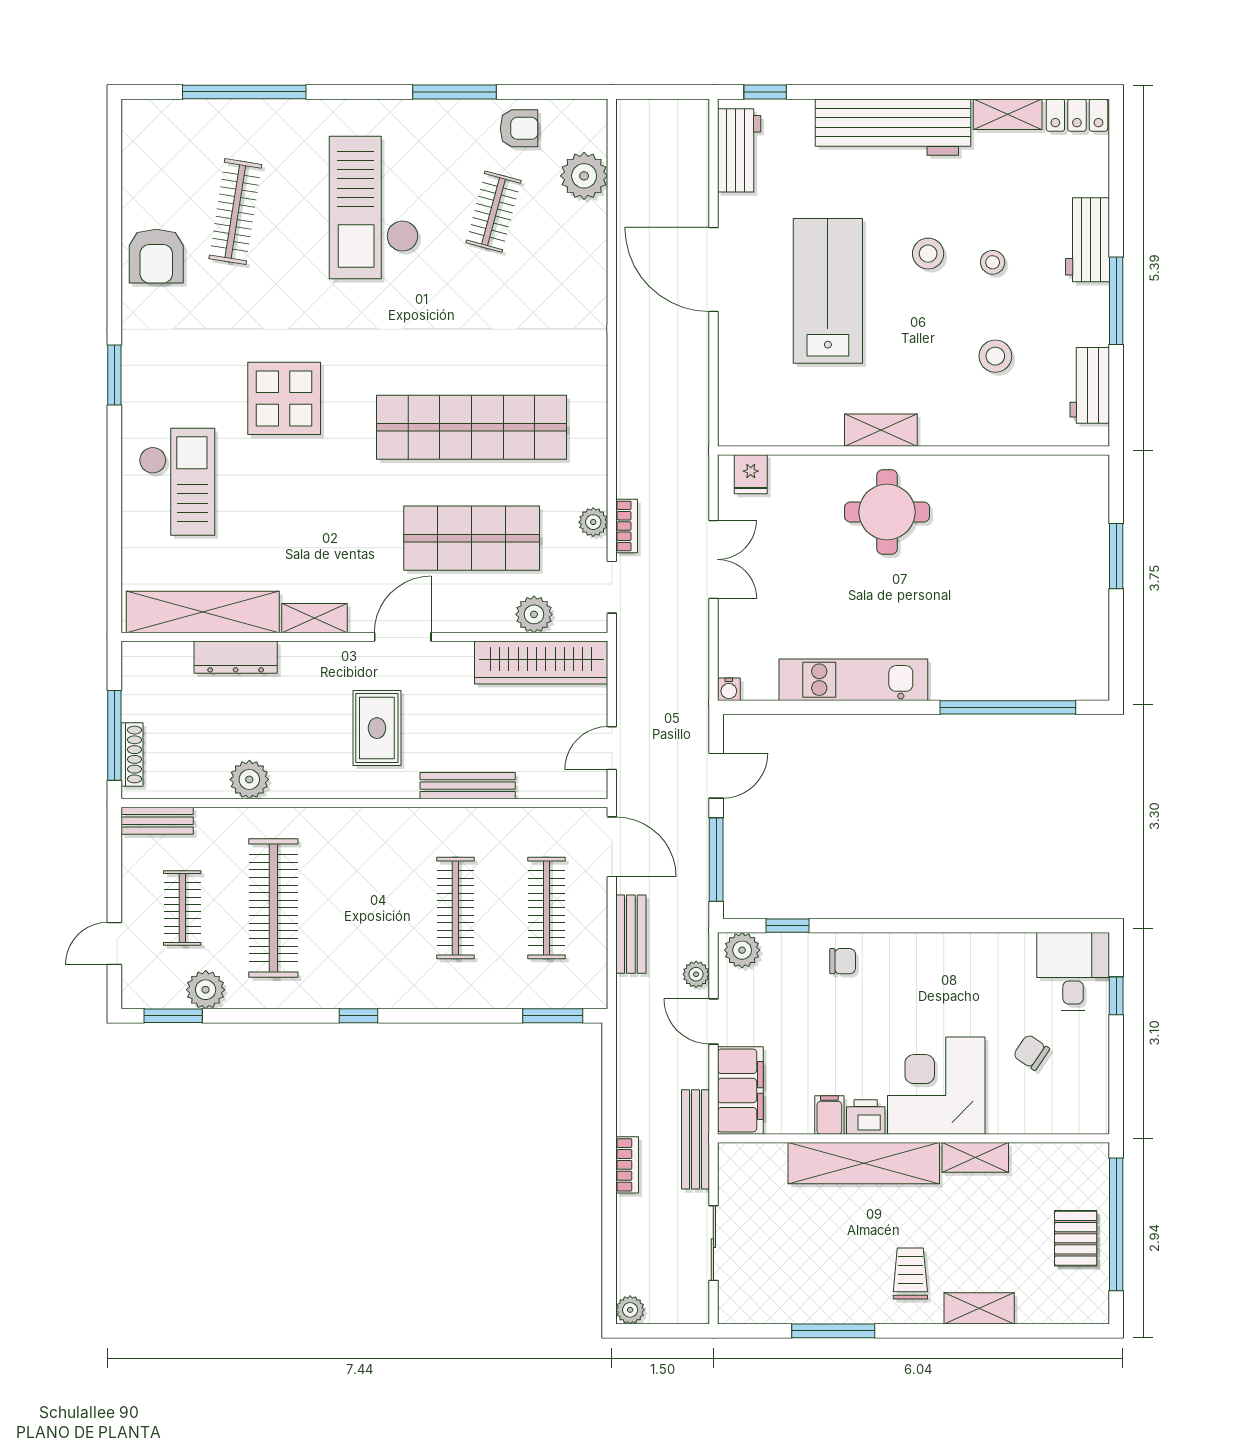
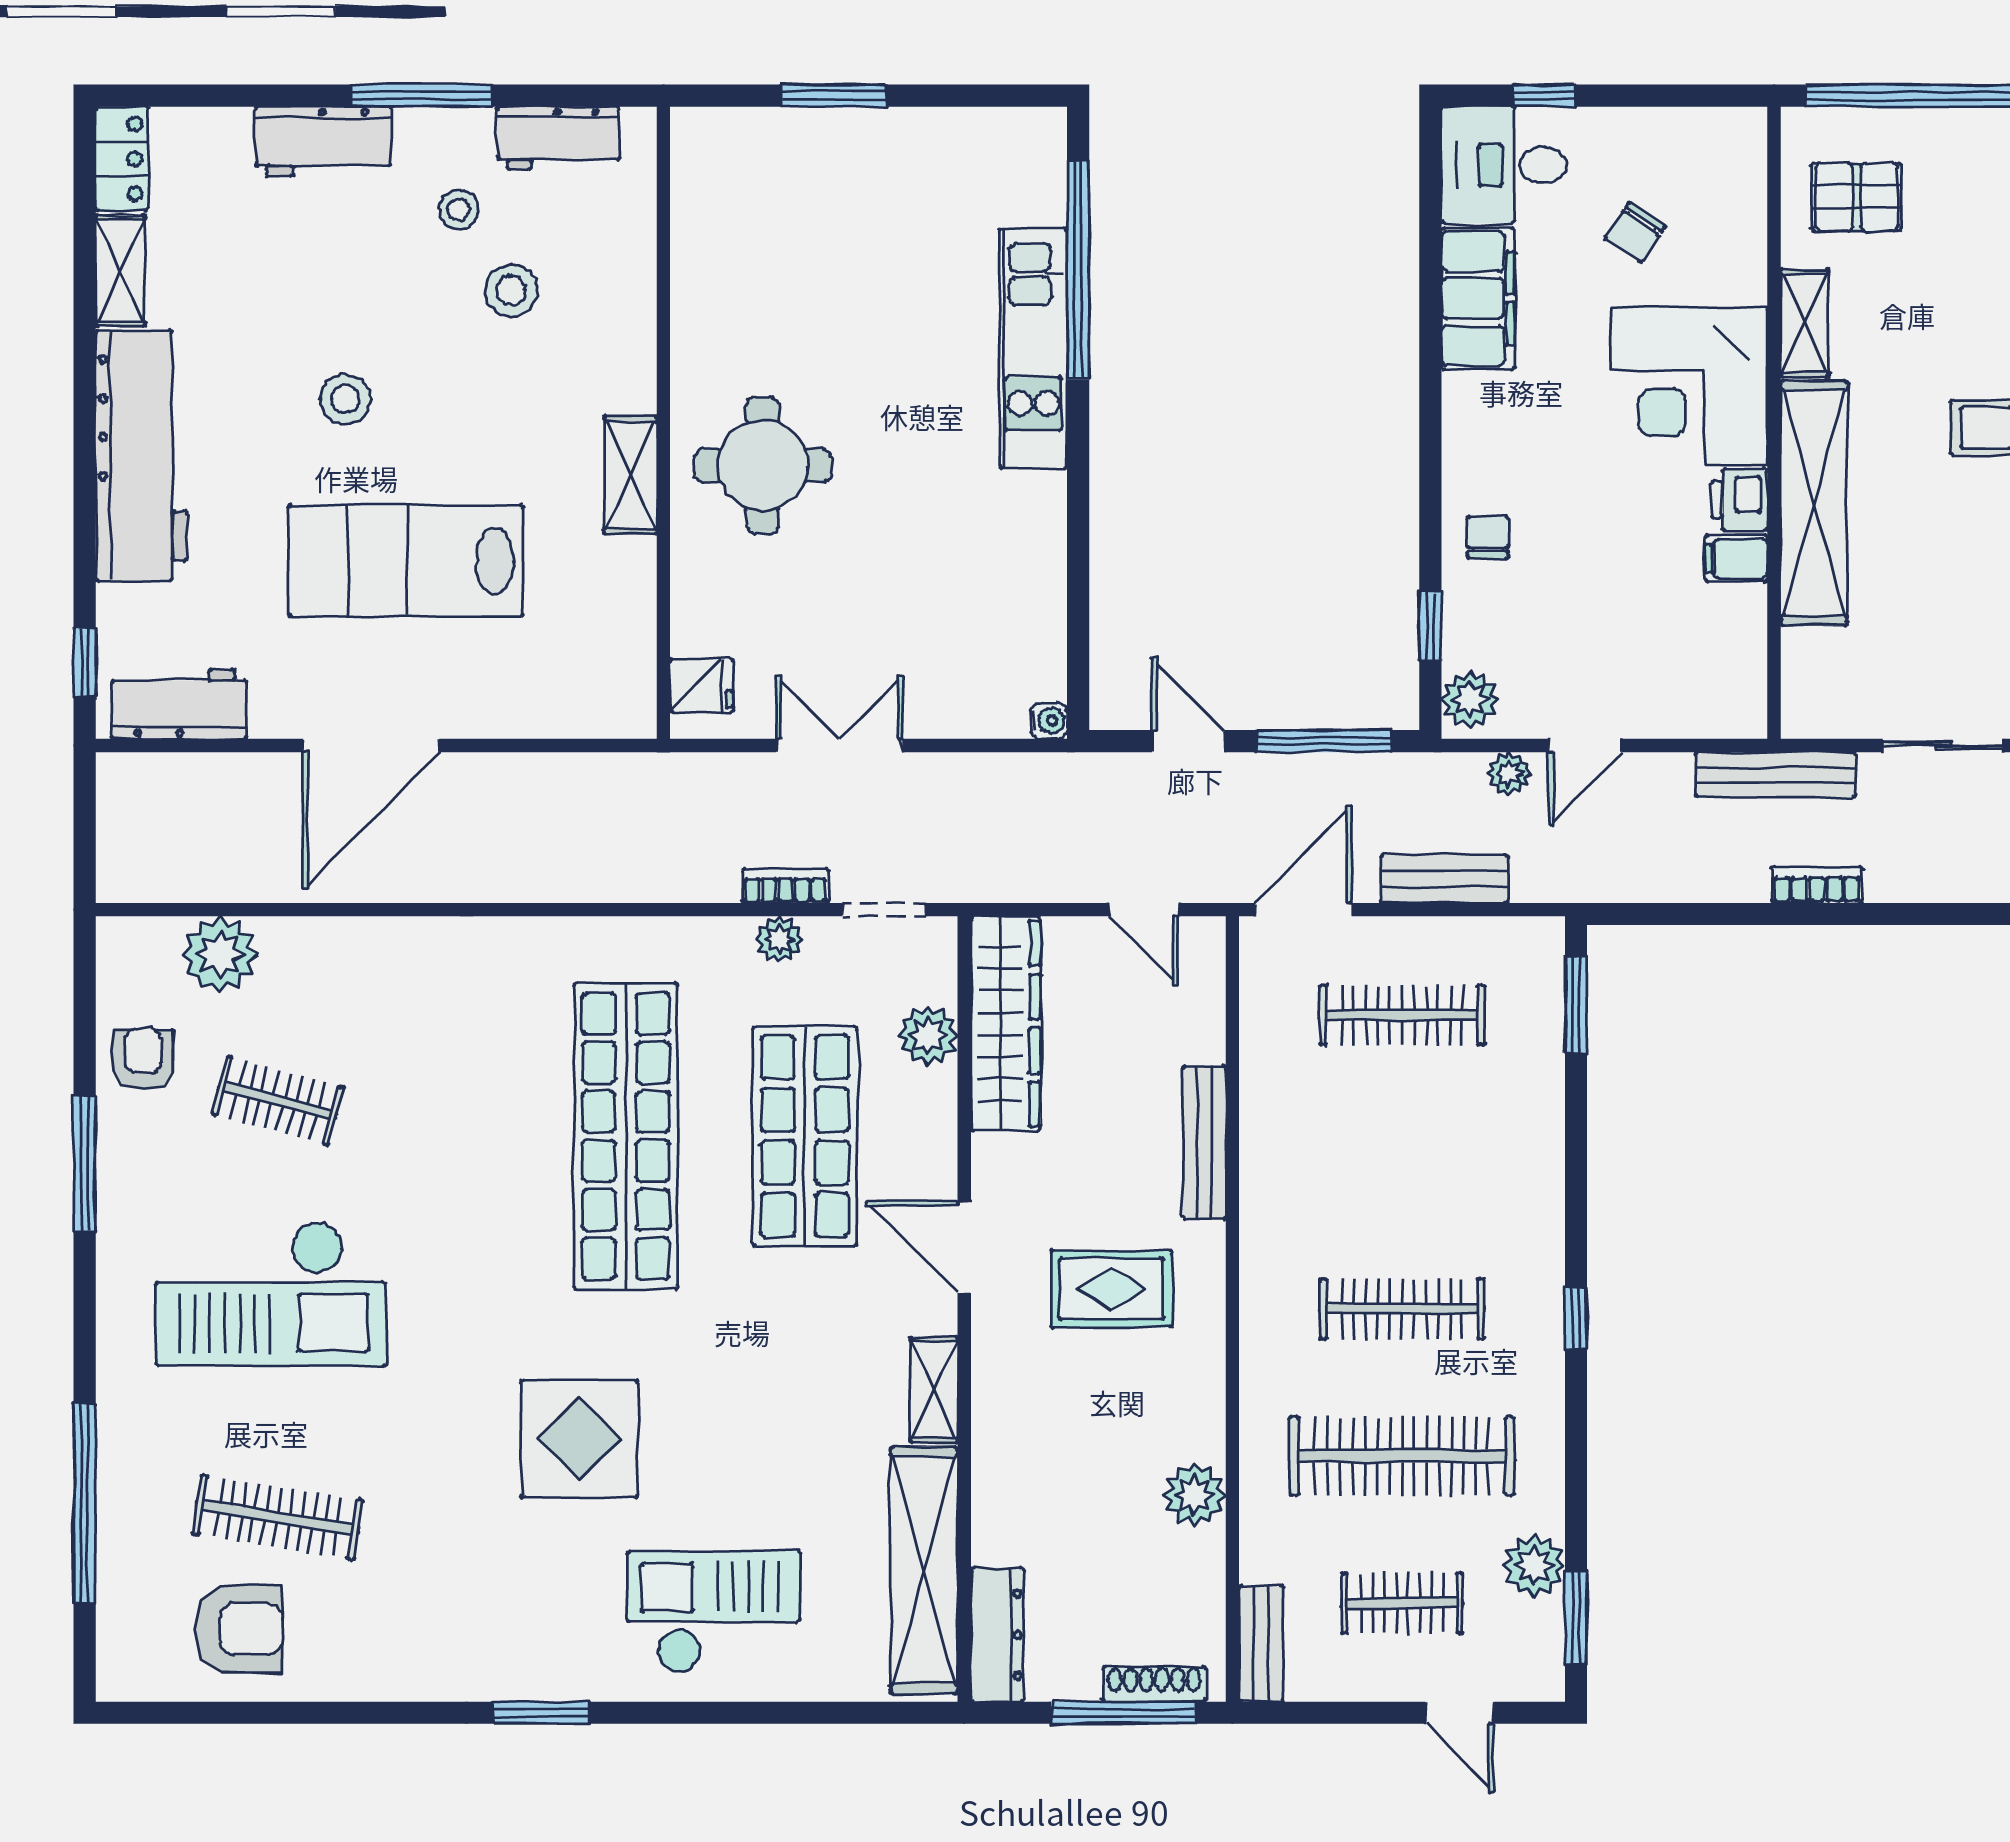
armchair: (156, 256) -> (239, 1629), moved
stool: (993, 262) -> (459, 210), moved
dresser: (236, 657) -> (997, 1635), moved
kitchen unit: (853, 680) -> (1033, 349), moved
clothes rail: (455, 908) -> (1402, 1309), moved
filing cabinet: (740, 1090) -> (1478, 299), moved, turned 90
pallet: (1076, 1238) -> (1857, 197), moved

